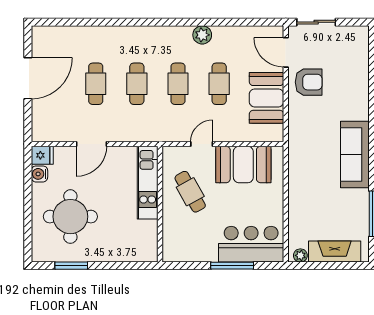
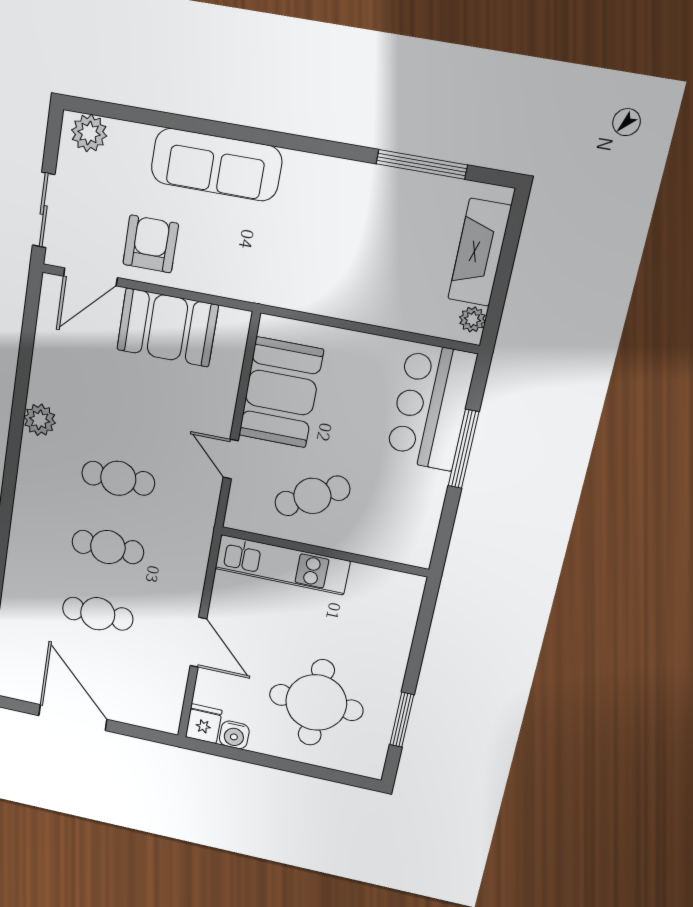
plant: (359, 41) -> (89, 133), added
cafe table: (219, 84) -> (129, 407), removed
sofa: (355, 154) -> (216, 165), moved

